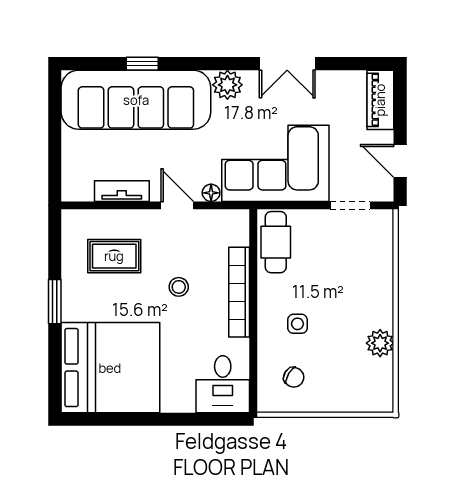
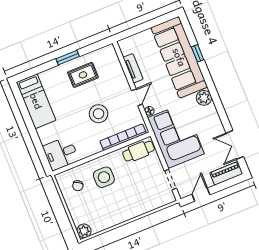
double door: (287, 64) -> (235, 145), moved
rug: (114, 256) -> (83, 75), moved, turned 90
stool: (179, 287) -> (99, 114), width x1.89, depth x1.89
bookcase: (239, 292) -> (123, 137), moved
side table: (297, 324) -> (104, 177), width x1.87, depth x1.87
plant: (380, 343) -> (84, 231), moved
bed: (110, 368) -> (36, 101), width x0.49

